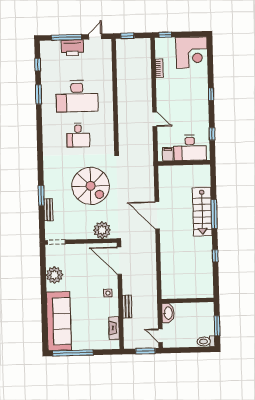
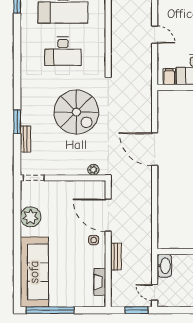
desk: (78, 135) -> (63, 51), width x1.37
plant: (102, 230) -> (93, 170), width x0.53, depth x0.53
door: (119, 261) -> (108, 215), moved

